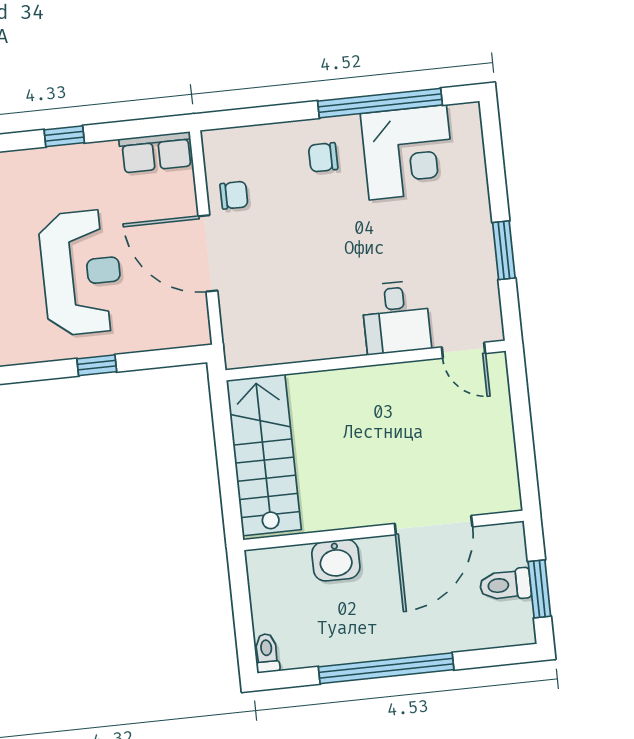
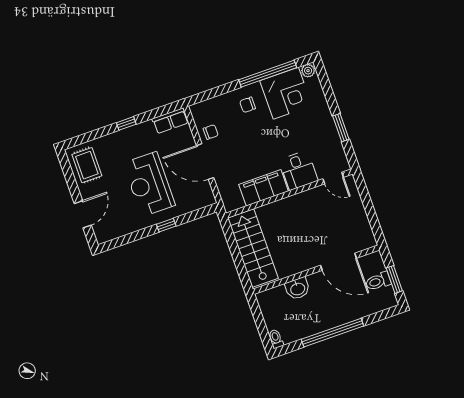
plant: (464, 117) -> (308, 71), added
reception desk: (81, 272) -> (149, 184), turned 180
filing cabinet: (315, 336) -> (264, 188), added
door: (434, 525) -> (339, 262), hinge flipped

